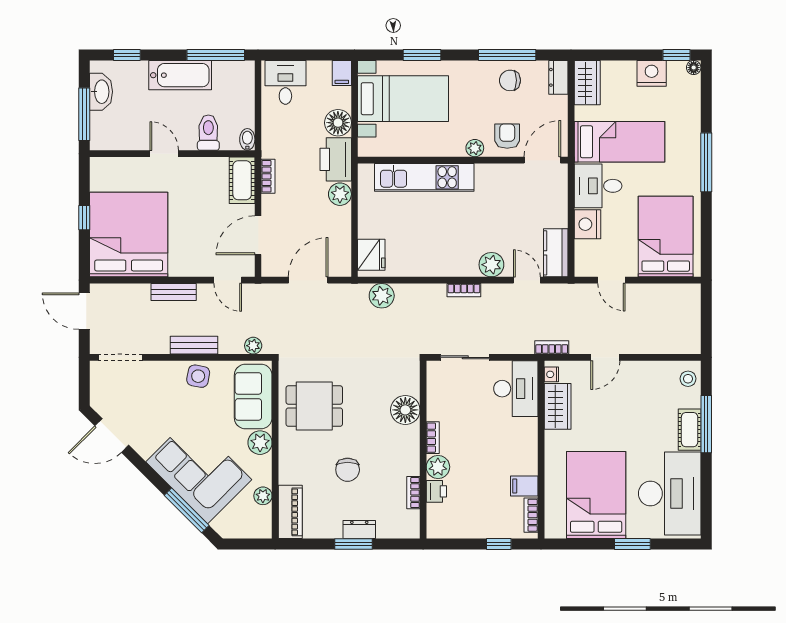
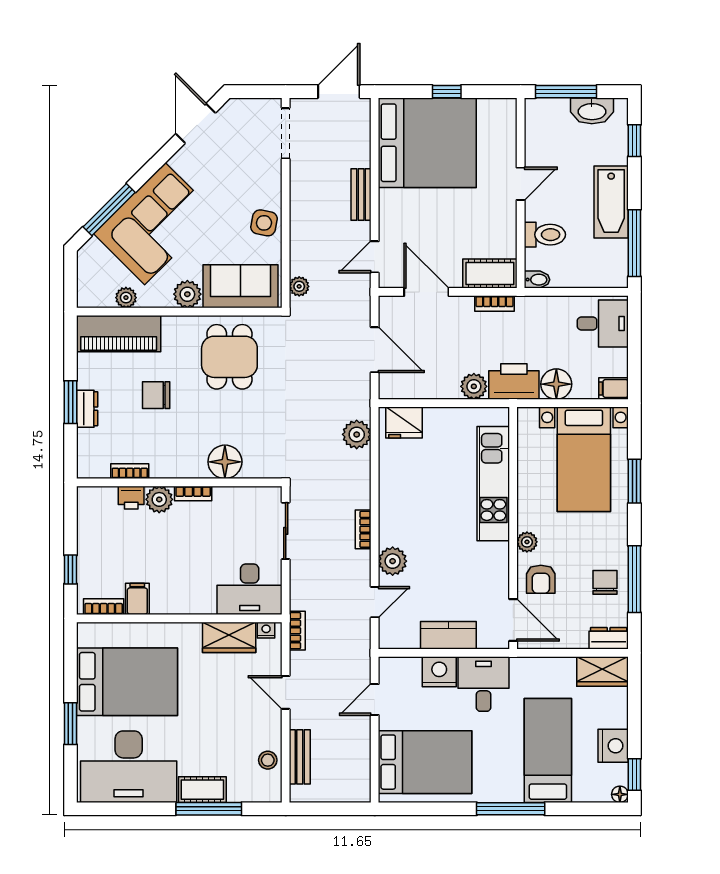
armchair: (507, 136) -> (541, 579), turned 90
bed: (619, 142) -> (548, 750), moved, turned 180
kitchen counter: (556, 253) -> (448, 635), moved
bench: (194, 345) -> (300, 757), moved
stool: (688, 379) -> (268, 760), moved
piano: (290, 512) -> (119, 334), width x1.37, depth x1.33

